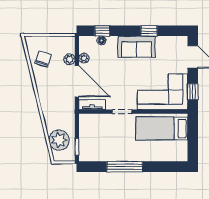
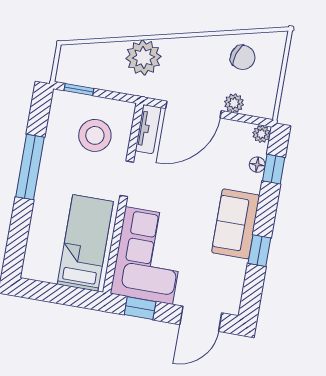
plant: (84, 58) -> (261, 134), moved
stool: (101, 134) -> (95, 135), added
plant: (59, 140) -> (143, 57), moved

